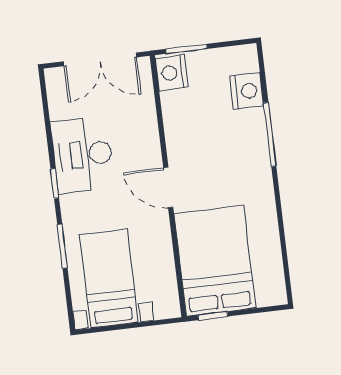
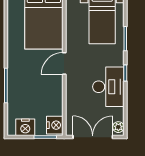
plant: (55, 83) -> (118, 127), added
nightstand: (247, 91) -> (25, 127), moved, turned -90
door: (168, 188) -> (64, 63), swing flipped

